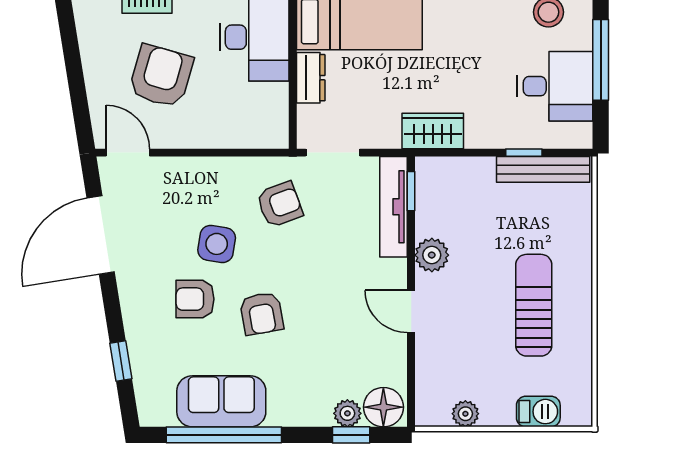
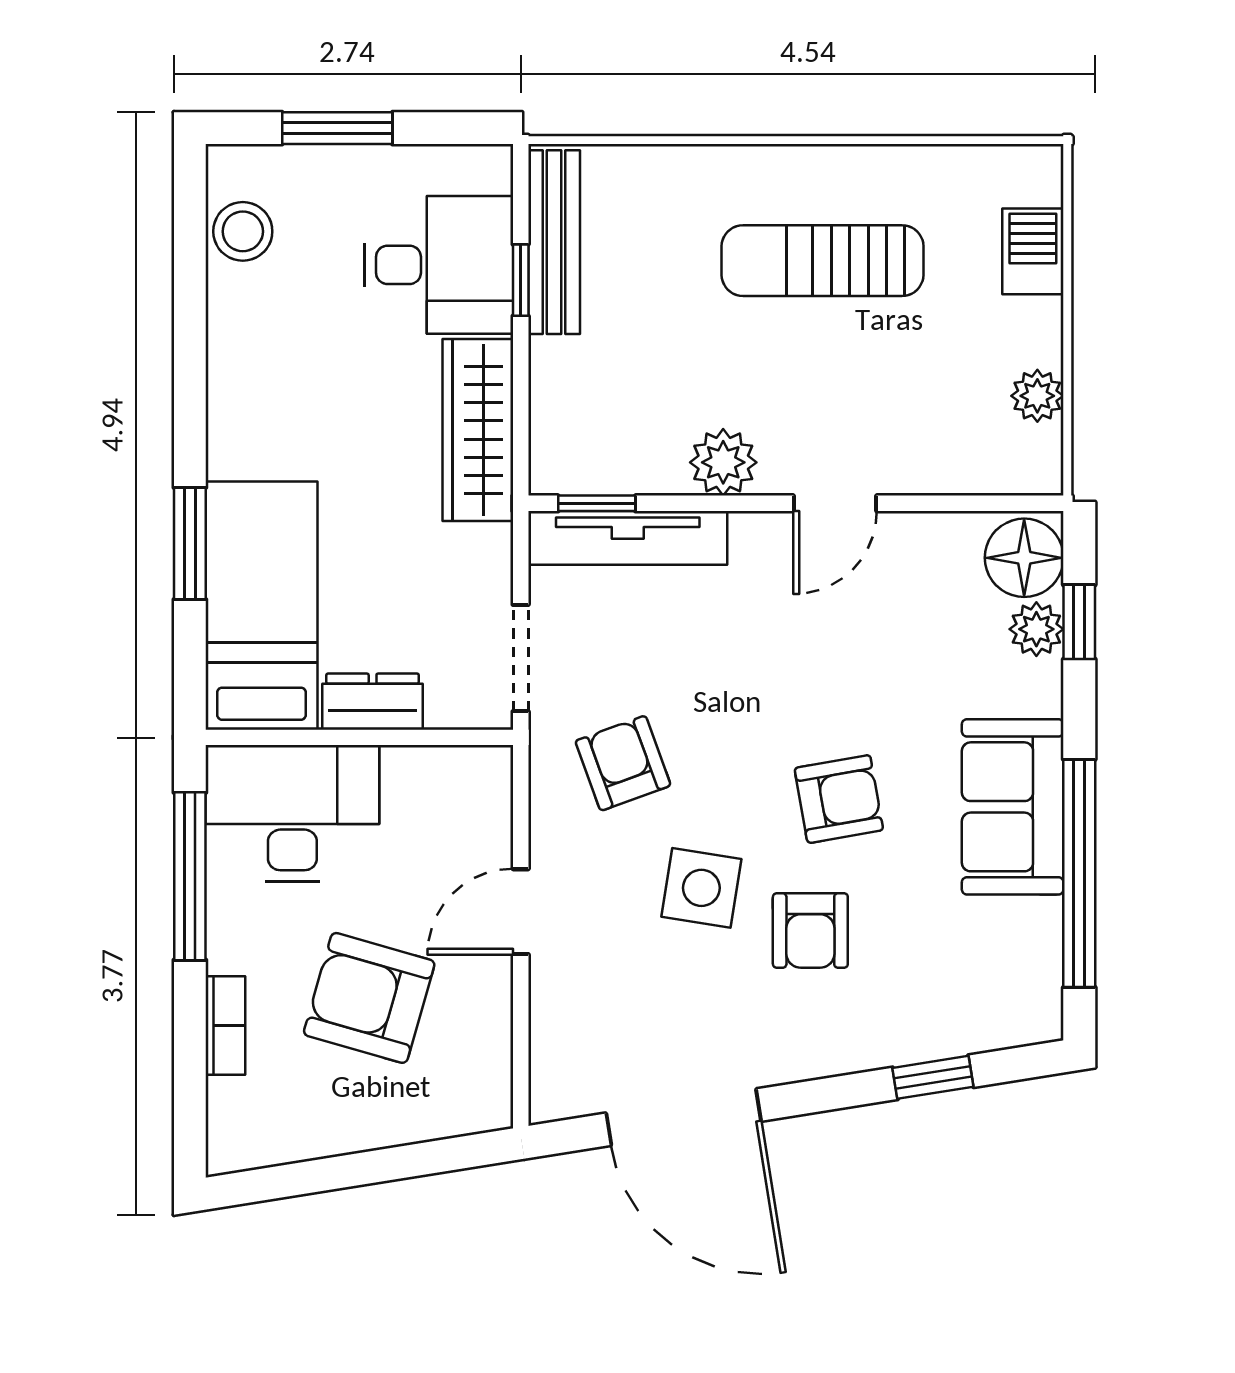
window: (601, 60) -> (337, 128), width x0.69
desk: (555, 86) -> (439, 265), moved, turned 90
wardrobe: (433, 131) -> (478, 430), width x1.50
door: (128, 153) -> (521, 912), moved
sofa: (221, 401) -> (1013, 807), moved

